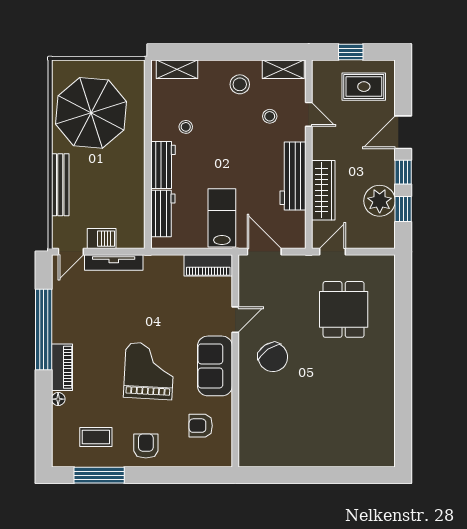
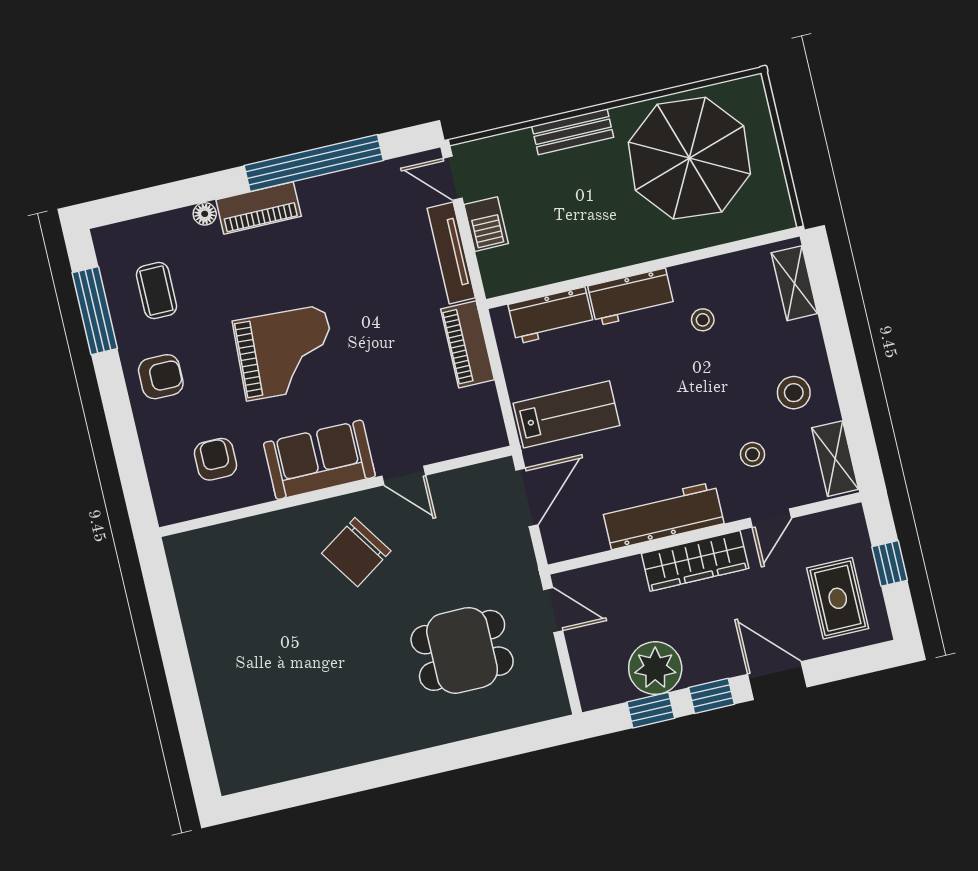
bench: (60, 185) -> (573, 132), width x0.73
wardrobe: (323, 190) -> (695, 561), moved
piano: (208, 265) -> (468, 344), moved

